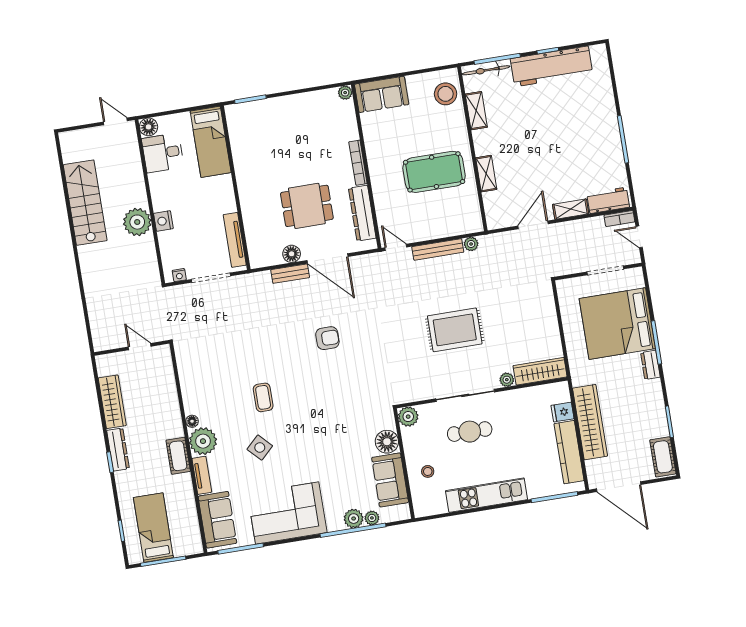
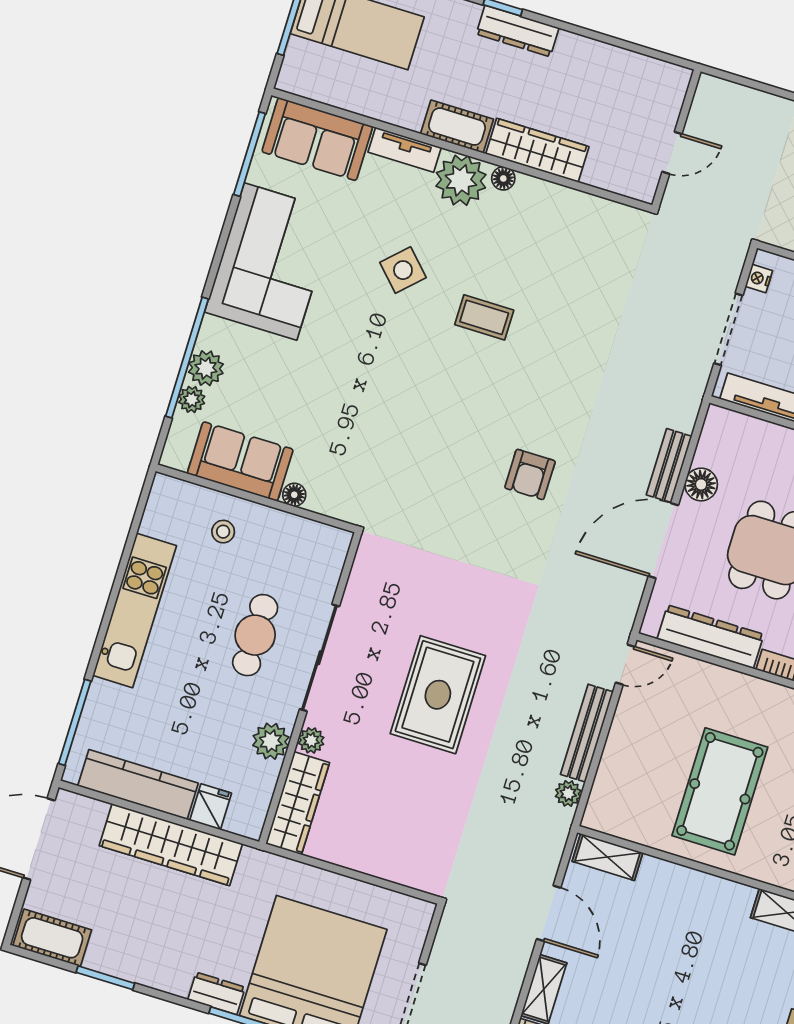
shelving: (486, 174) -> (607, 857), moved
wardrobe: (112, 402) -> (537, 150), moved, turned 180
plant: (408, 417) -> (271, 741), moved
floor lamp: (387, 442) -> (294, 495), width x0.53, depth x0.53

